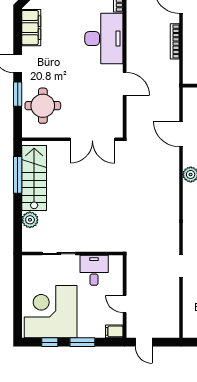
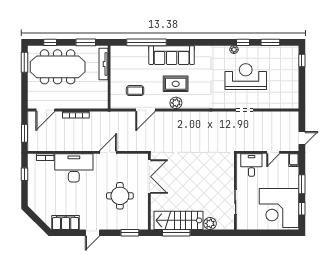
window: (18, 94) -> (130, 233), moved
round table: (43, 106) -> (120, 196), moved
desk: (94, 270) -> (251, 165), moved, turned 90

